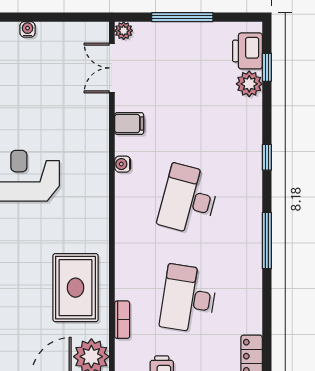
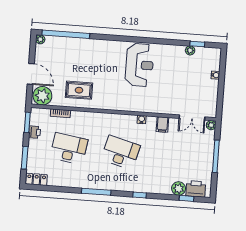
double door: (112, 68) -> (192, 118), swing flipped
rug: (76, 288) -> (79, 90), width x0.73, depth x0.70

